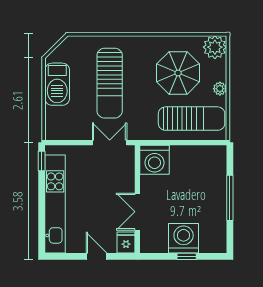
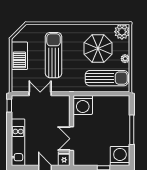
sun lounger: (110, 83) -> (54, 55), turned 180
double door: (110, 143) -> (40, 94), moved
kitchen unit: (55, 204) -> (18, 142), width x0.73
washing machine: (184, 238) -> (120, 156), moved

